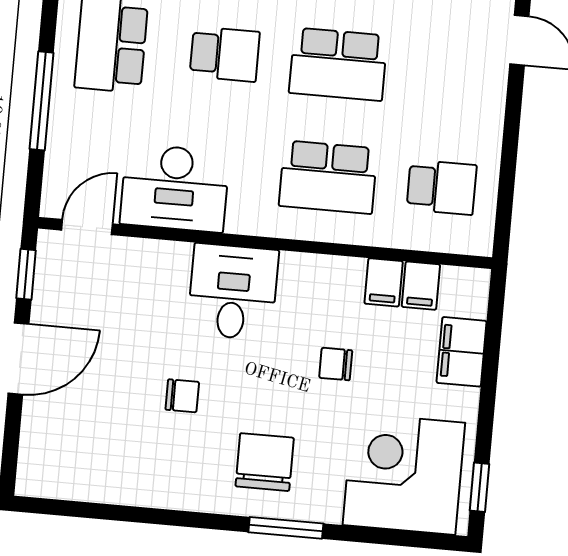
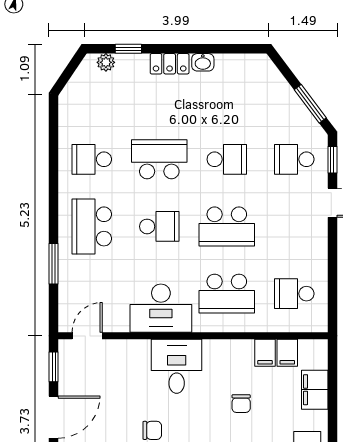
window: (42, 101) -> (54, 264), width x0.69
school desk: (442, 187) -> (294, 294), turned 180
desk: (175, 188) -> (161, 308), moved
chair: (336, 364) -> (241, 404), turned -90

